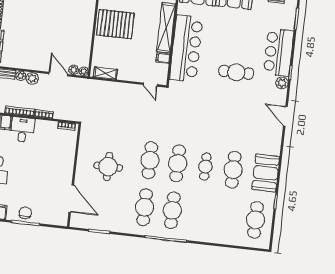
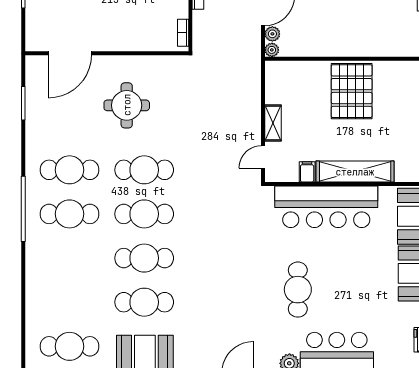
shelving: (106, 73) -> (273, 123), moved
cafe table: (205, 167) -> (144, 258), width x1.37, depth x1.35

